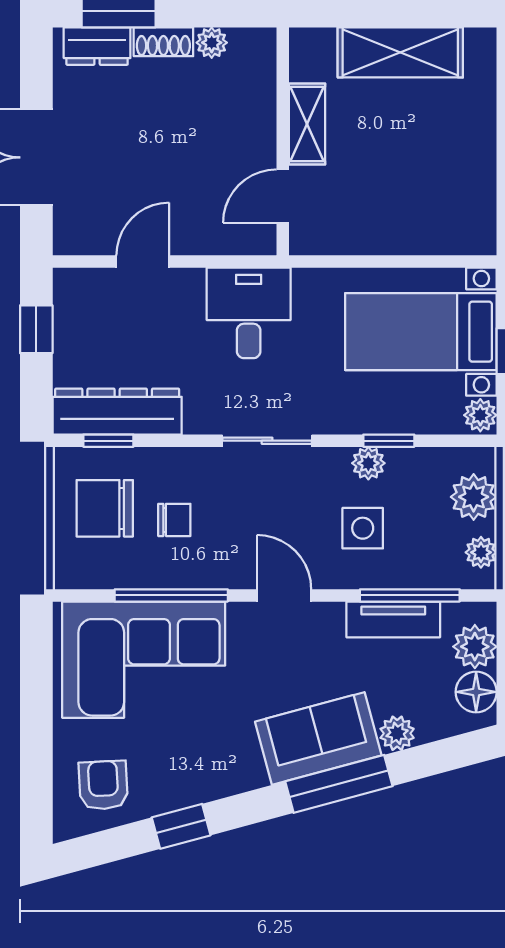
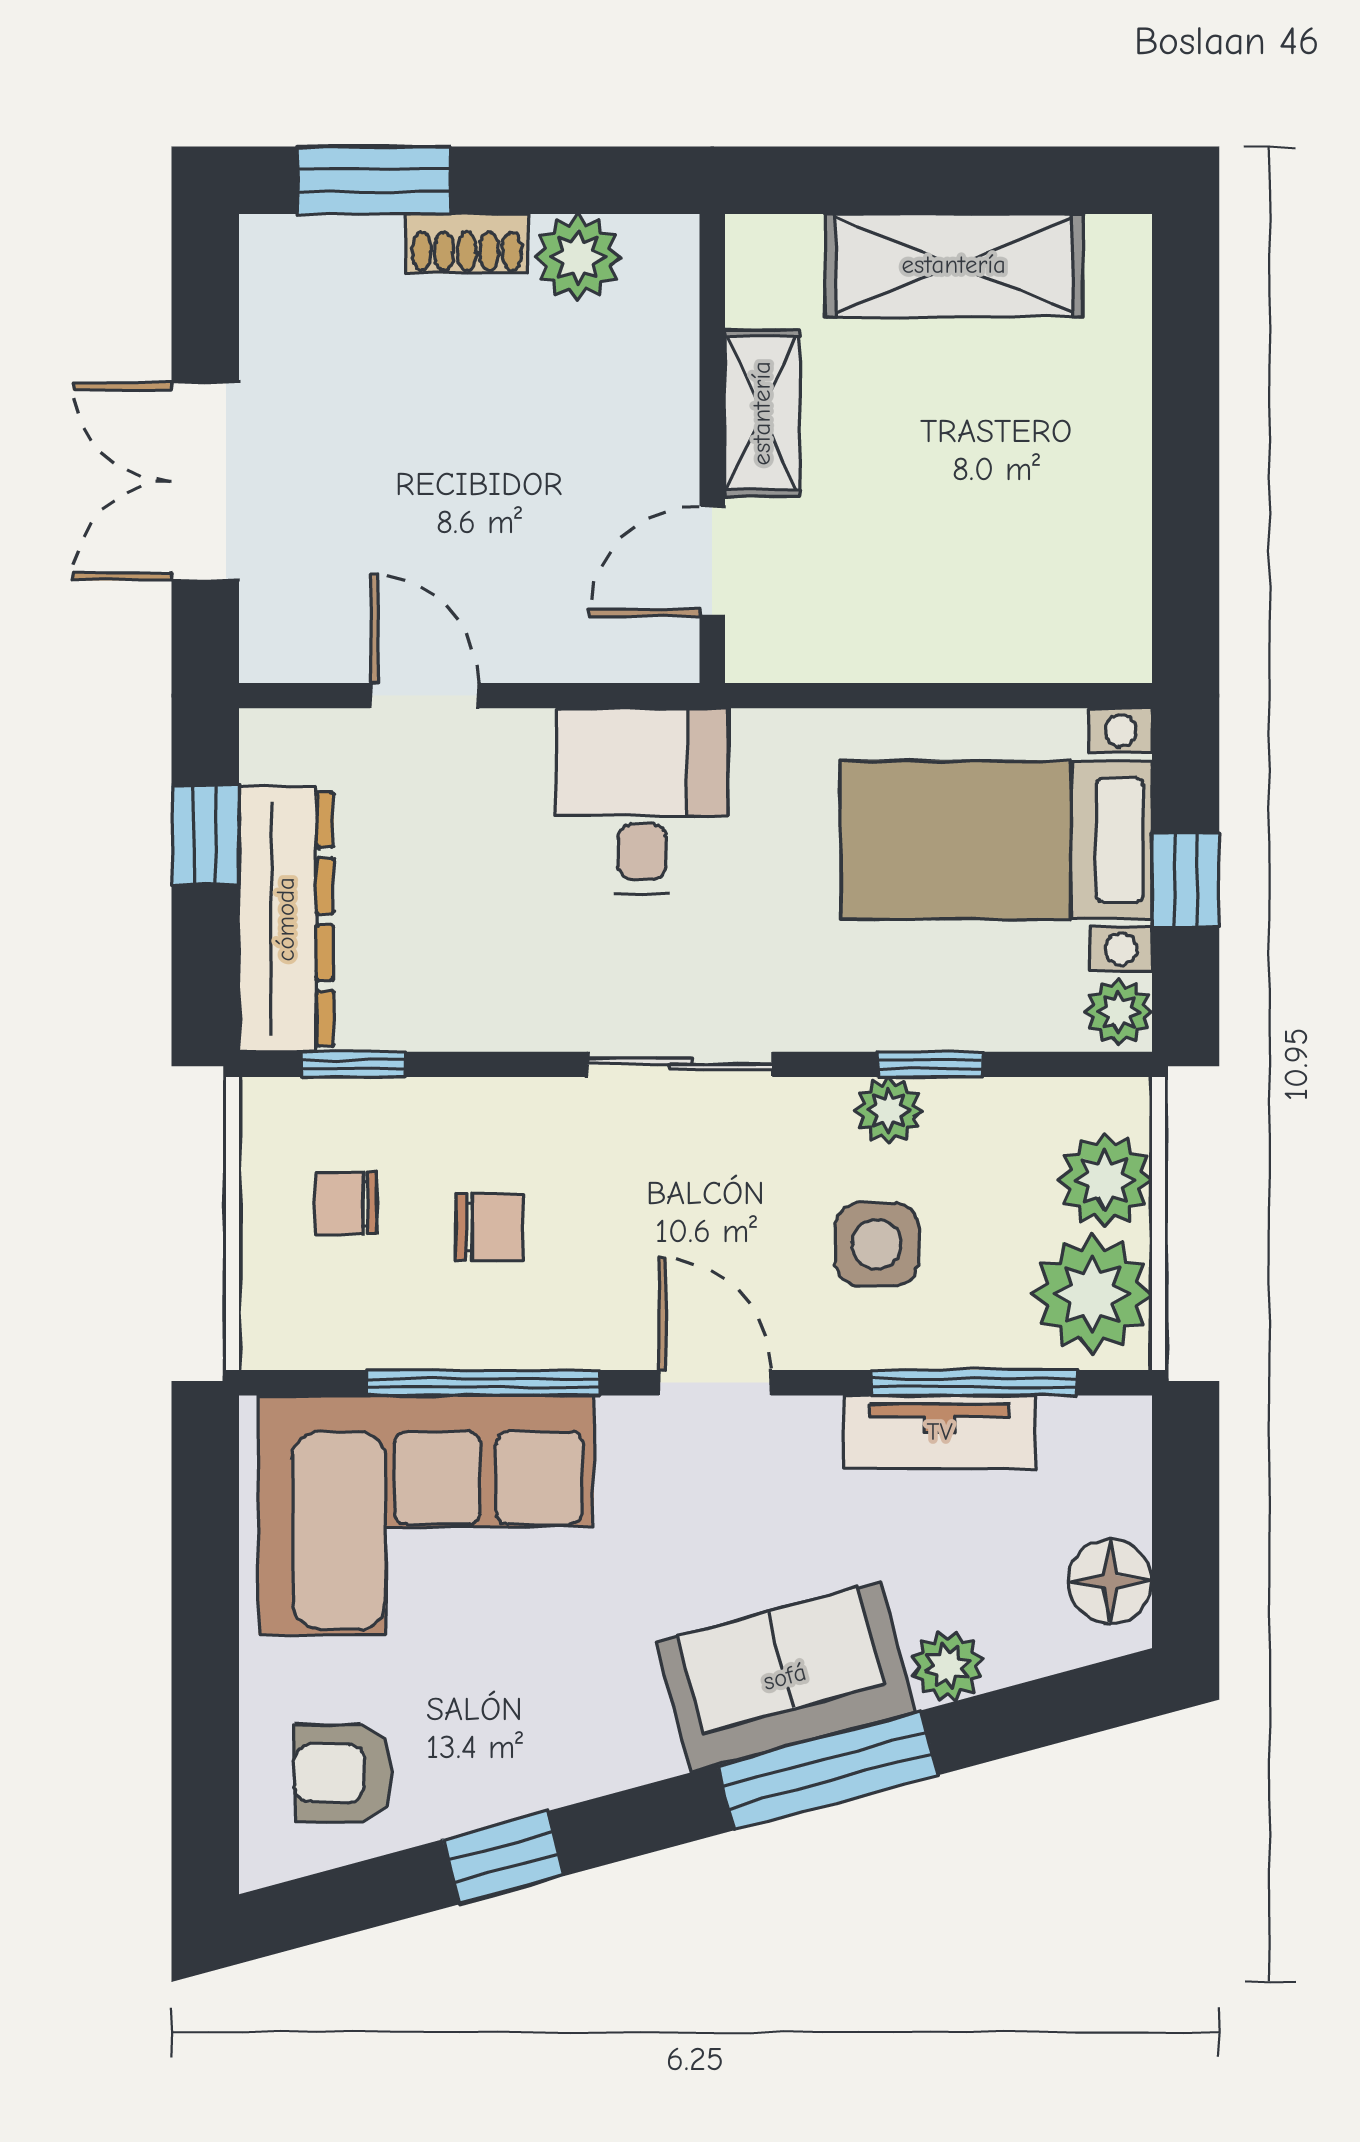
plant: (212, 43) -> (578, 257), width x1.38, depth x1.38
dresser: (97, 46) -> (330, 252), removed
door: (143, 261) -> (424, 696), hinge flipped
dresser: (117, 412) -> (286, 919), moved, turned 90
chair: (105, 508) -> (346, 1203), width x0.54, depth x0.54
plant: (481, 552) -> (1092, 1294), width x1.88, depth x1.88
plant: (475, 647) -> (1107, 1488), removed
armchair: (103, 785) -> (343, 1773), turned -87

